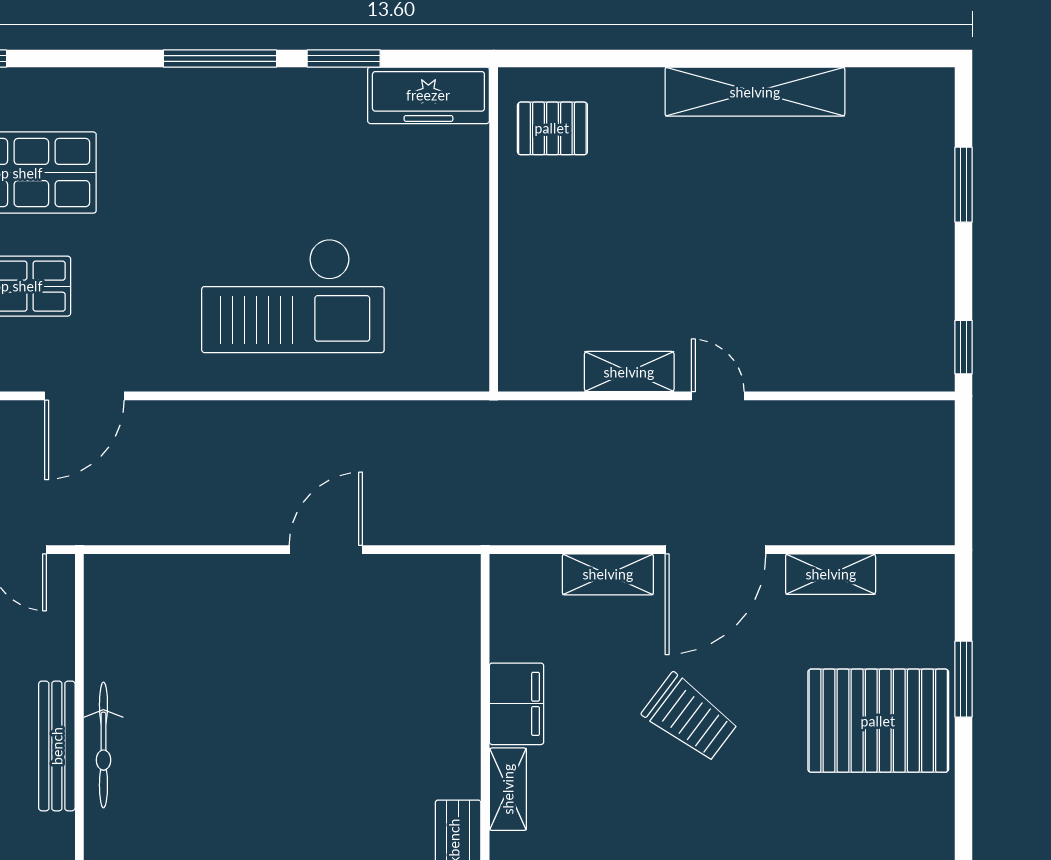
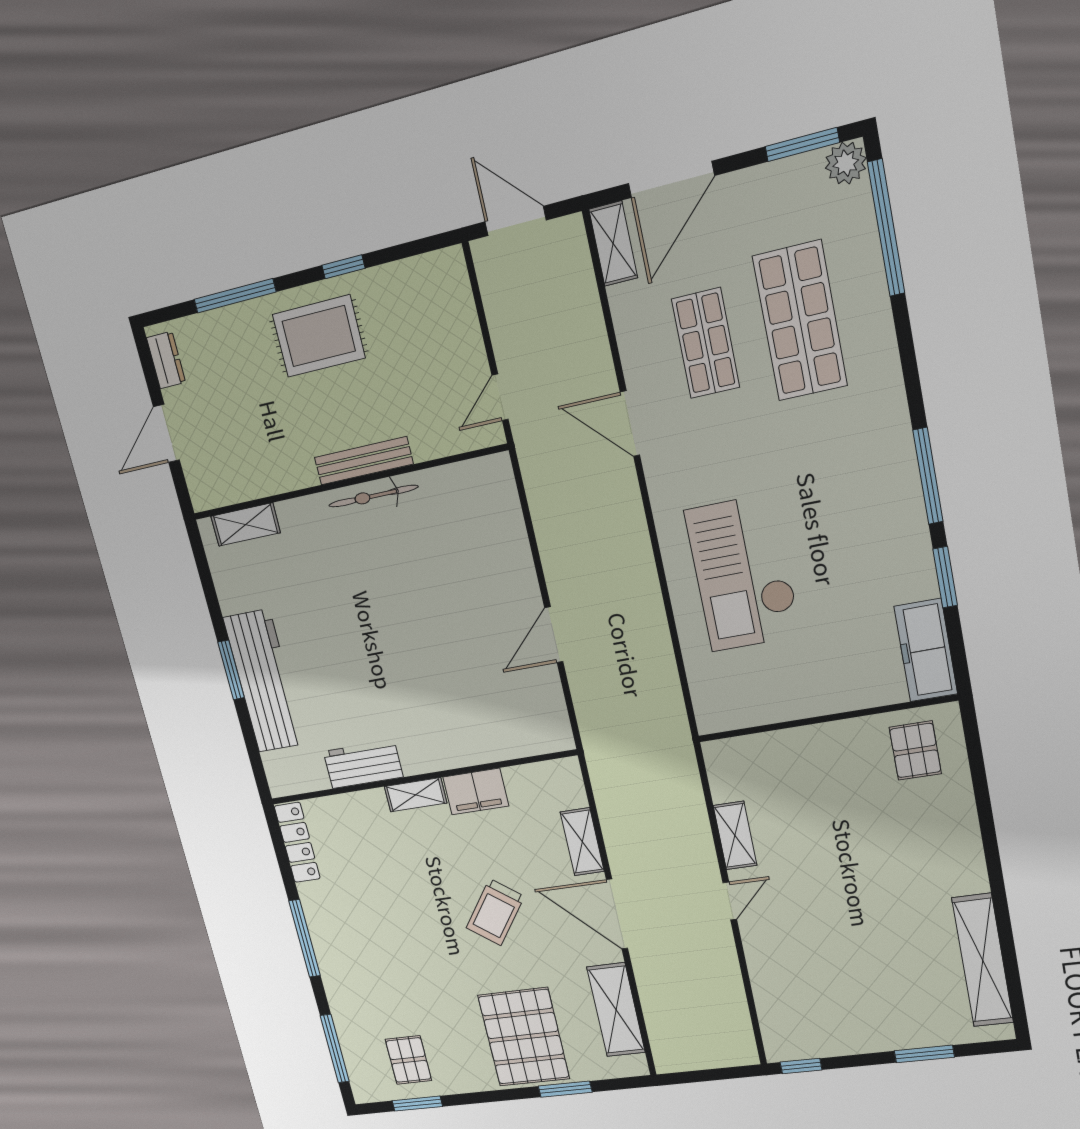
shelving: (755, 92) -> (983, 960), moved
door: (326, 550) -> (554, 635), swing flipped
shelving: (831, 574) -> (616, 1010), width x1.50, depth x1.33

